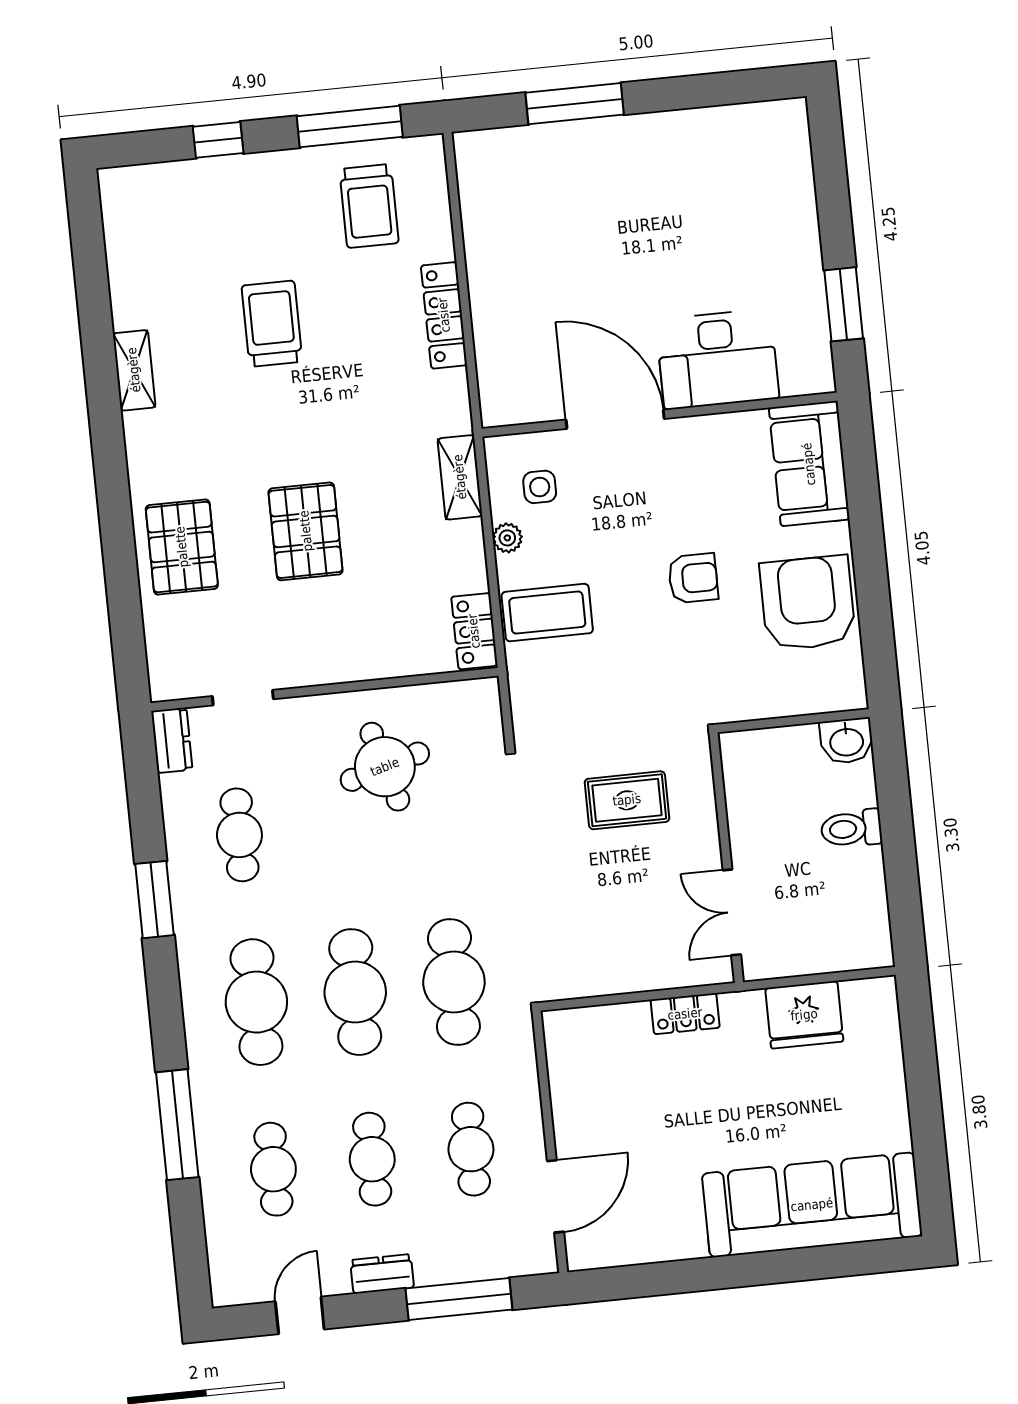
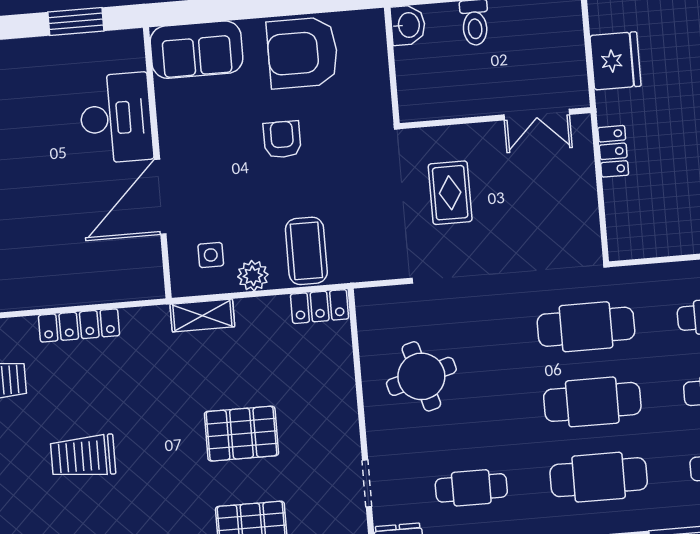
plant: (507, 538) -> (253, 276), width x1.38, depth x1.38

